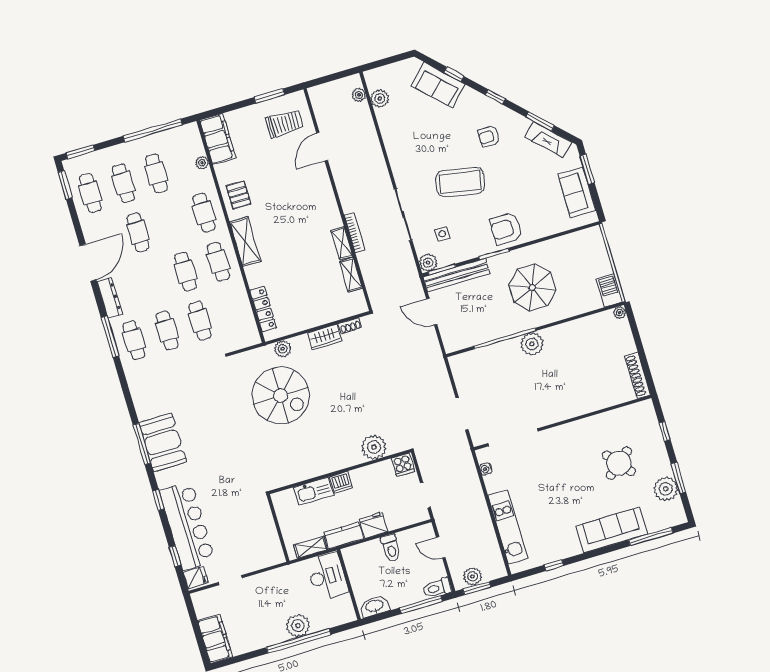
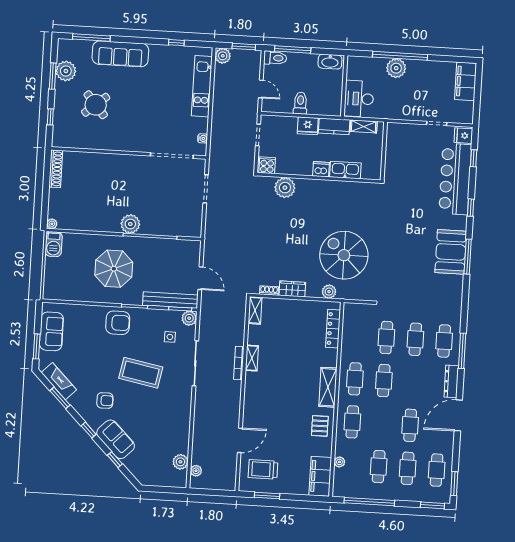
sofa: (438, 85) -> (116, 439), moved
shelving: (351, 275) -> (255, 310), moved
plant: (473, 576) -> (223, 56), moved

